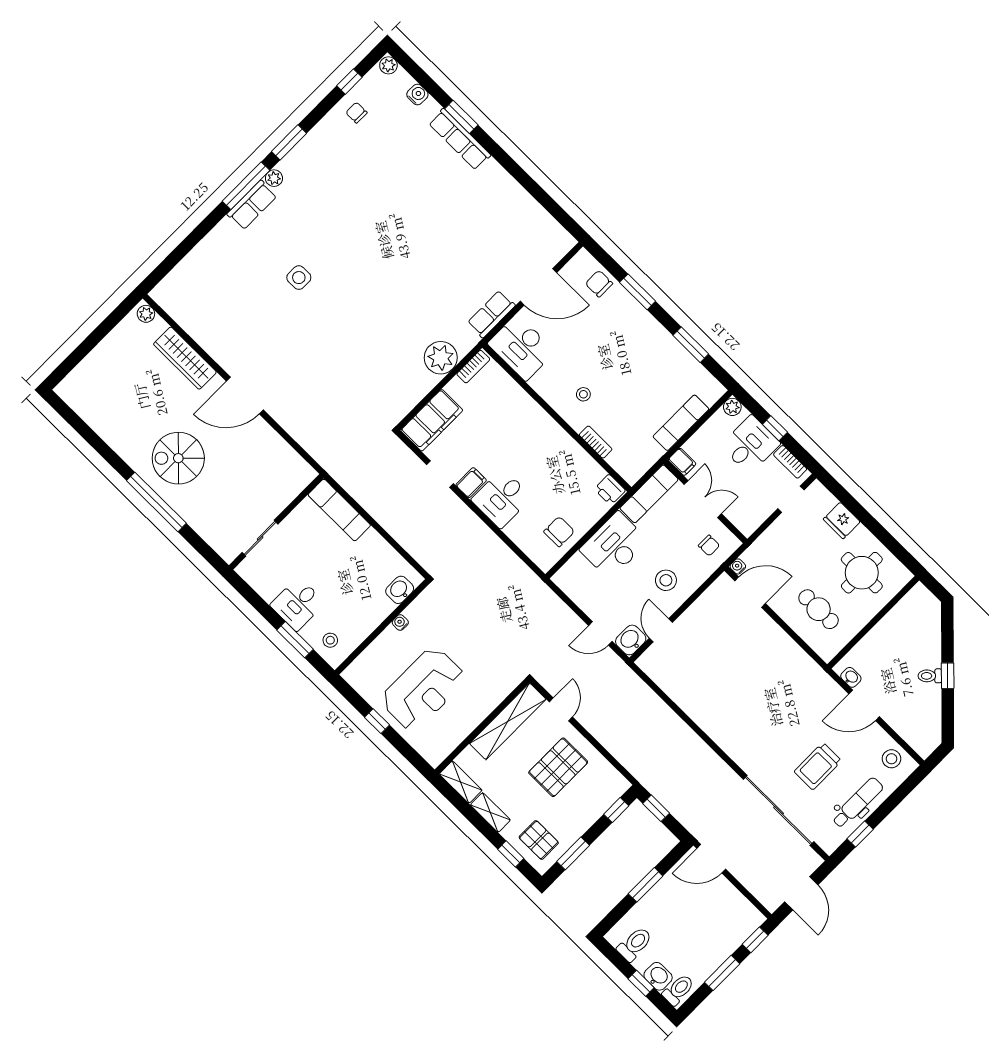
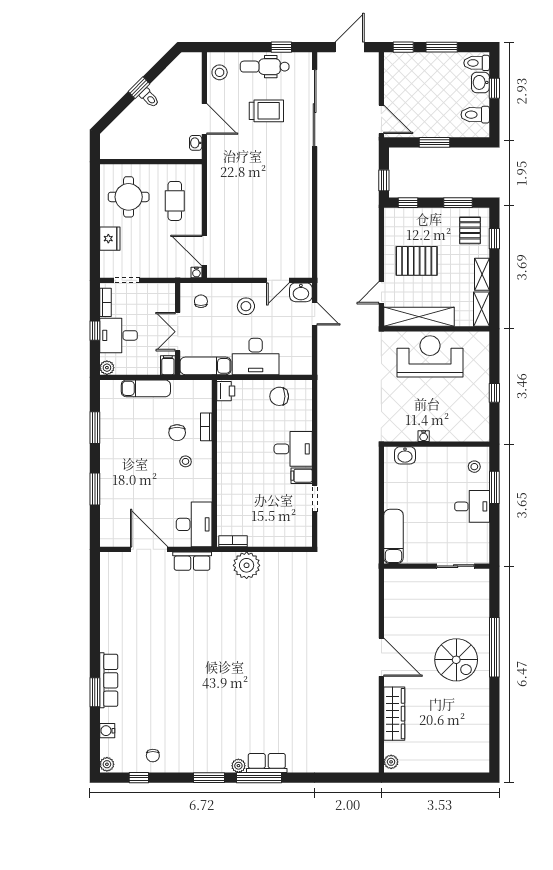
side table: (299, 278) -> (282, 694), removed
chair: (599, 284) -> (177, 433), moved
filing cabinet: (432, 420) -> (288, 534), removed
reception desk: (423, 689) -> (430, 356), moved

